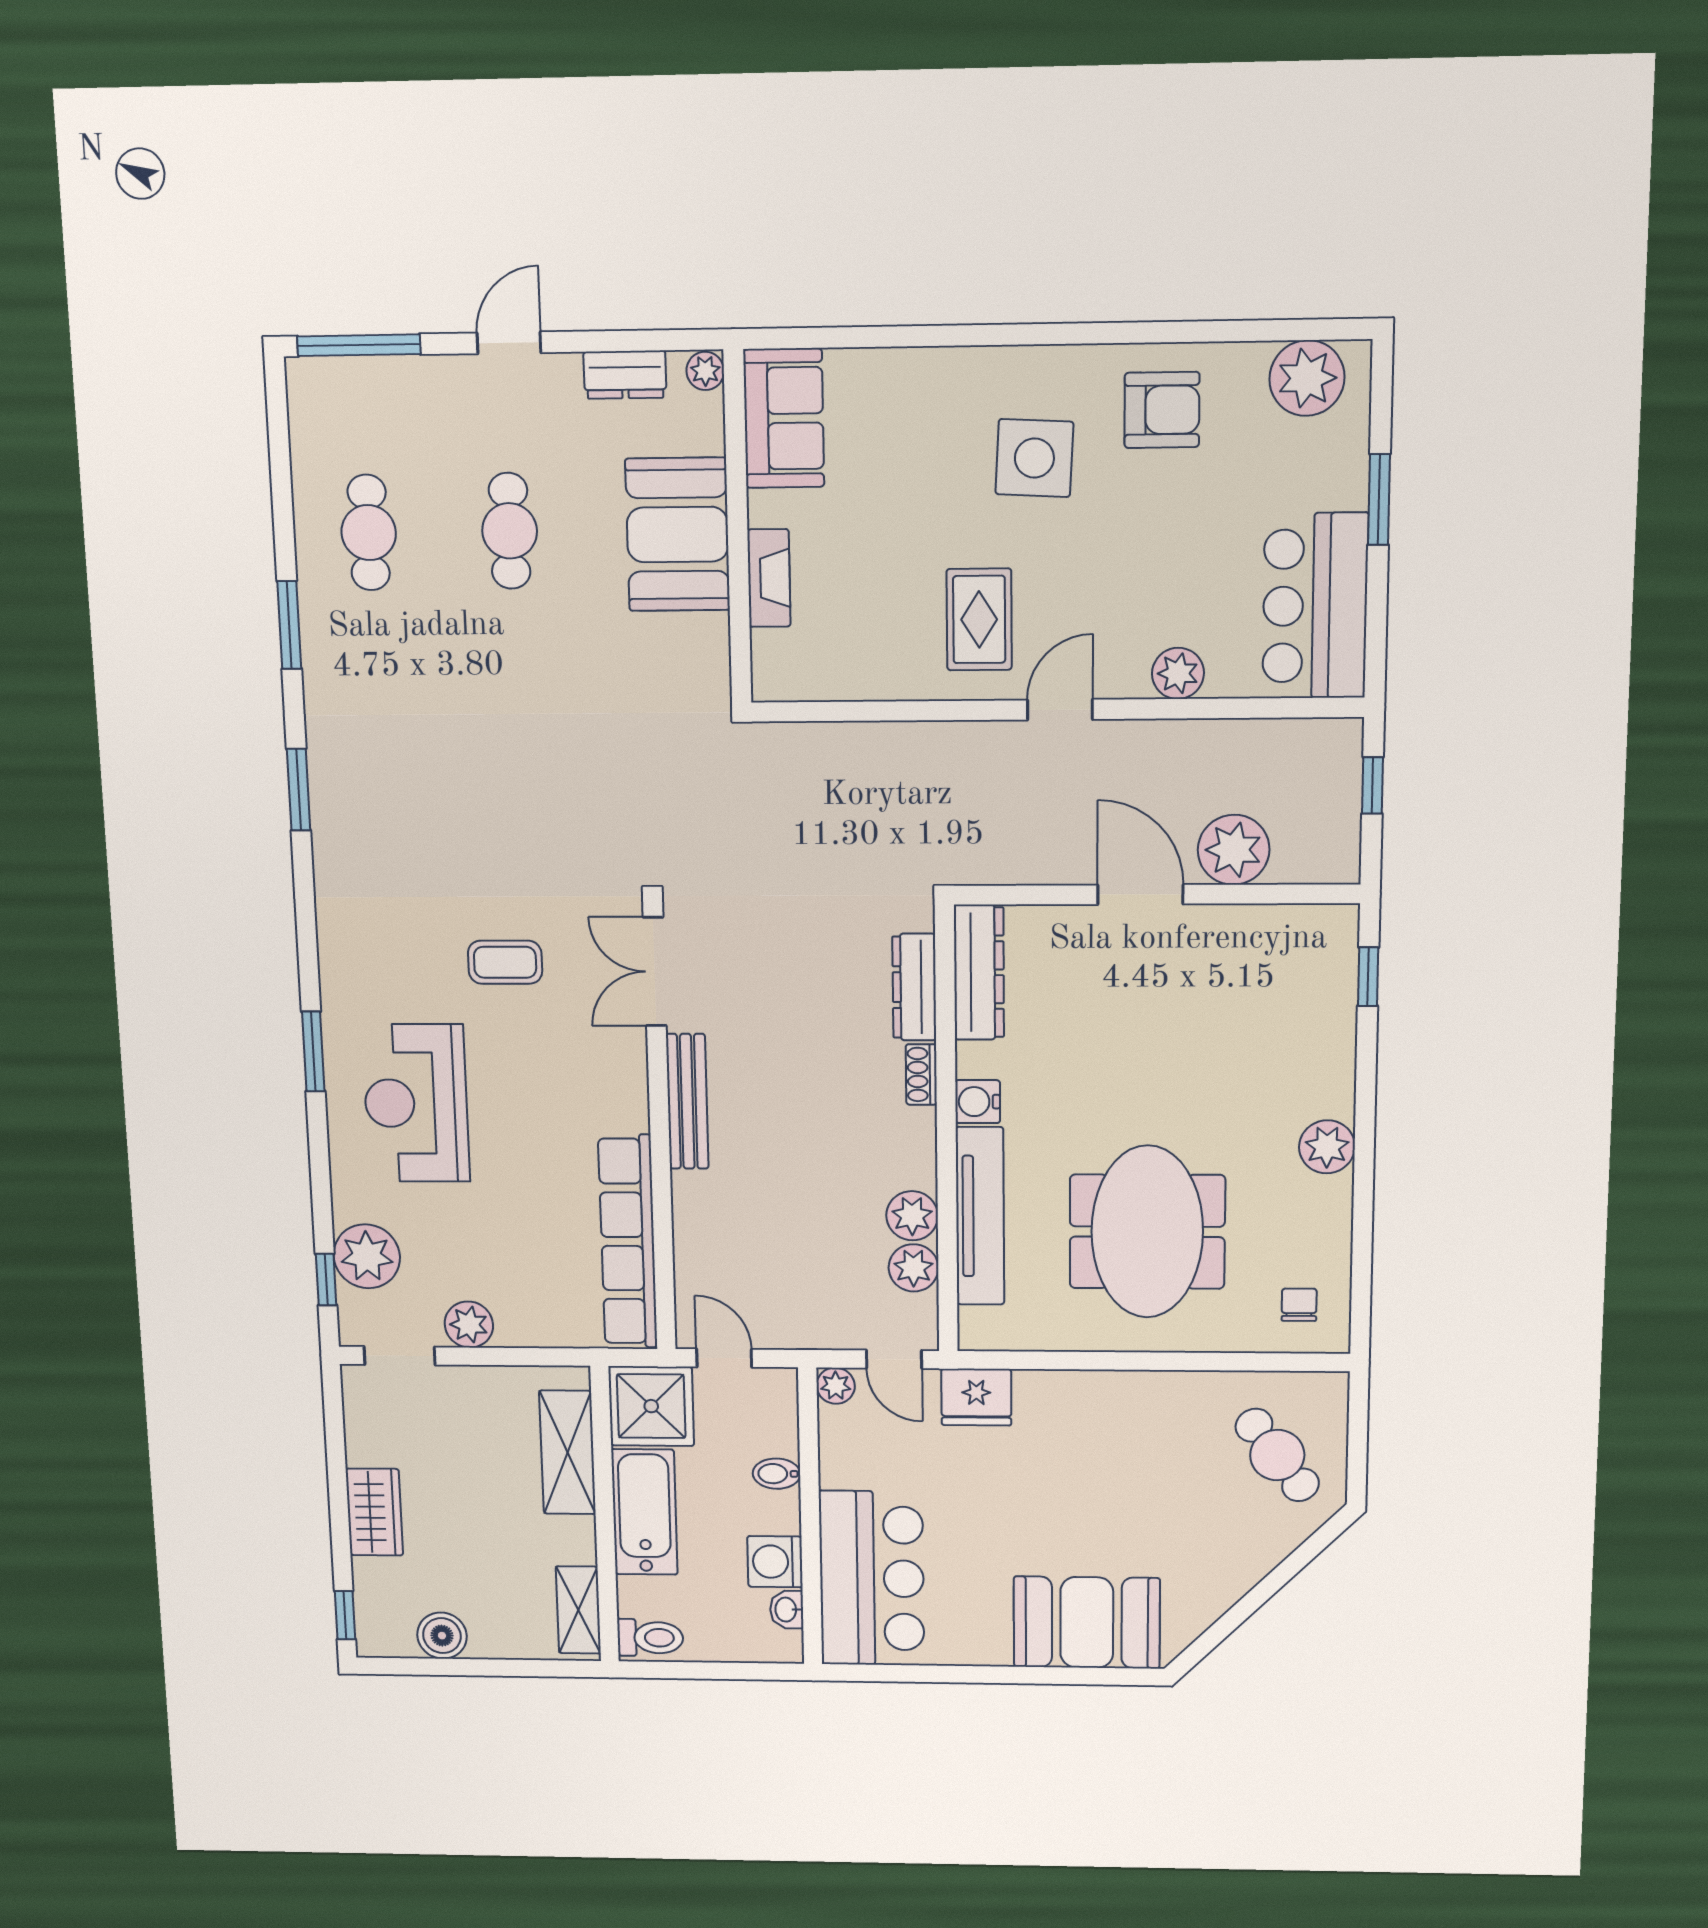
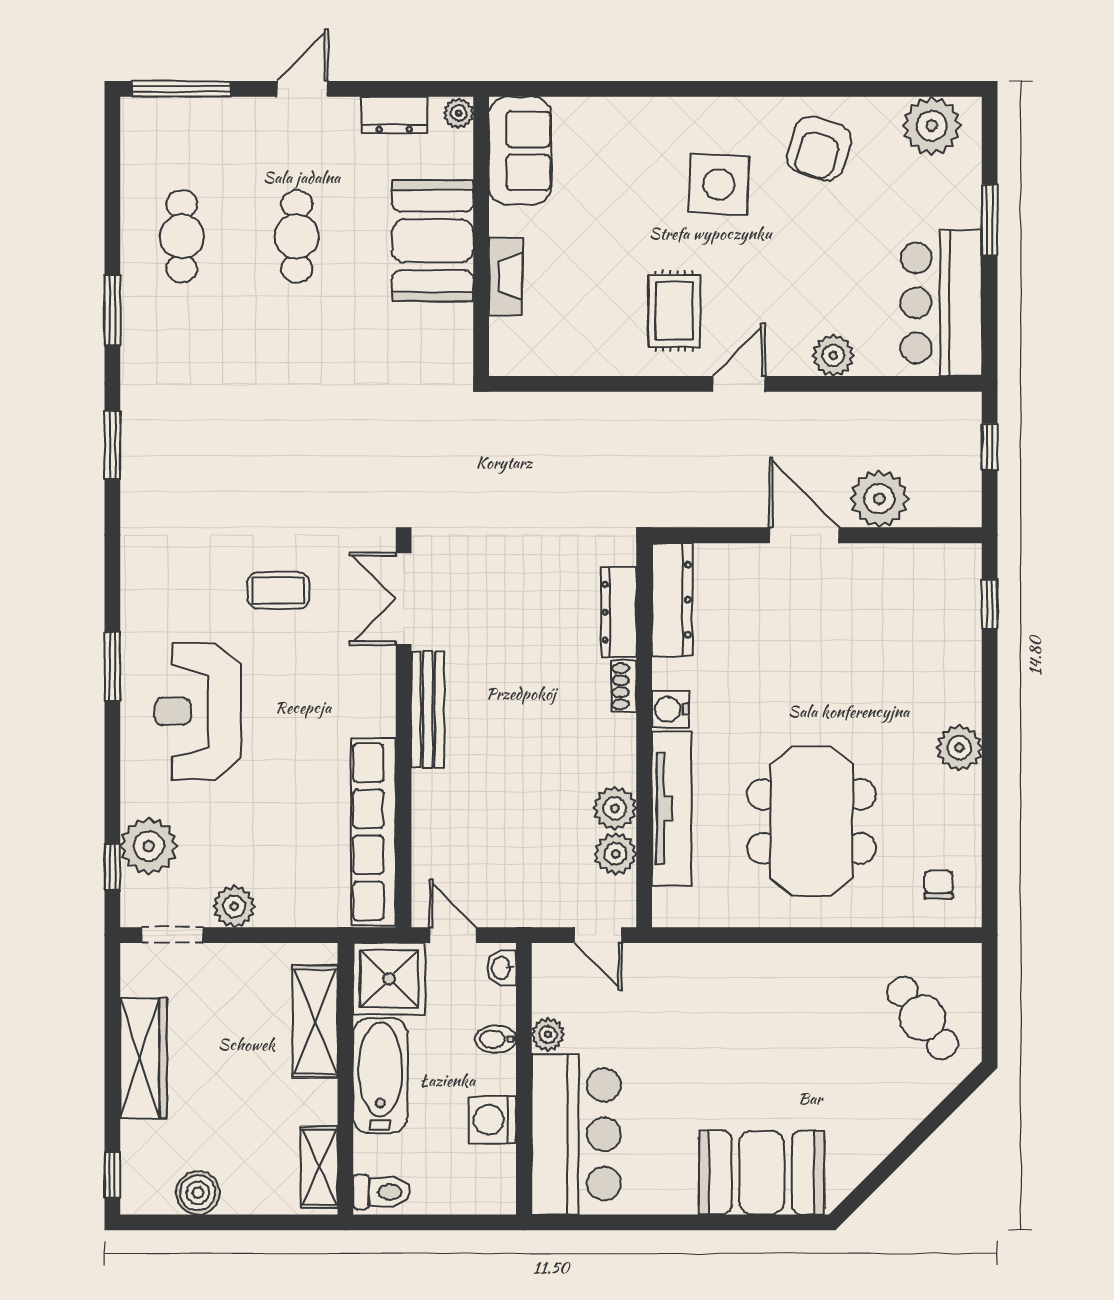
armchair: (1162, 410) -> (819, 148), turned 107
plant: (836, 1386) -> (548, 1035), moved
fridge: (976, 1397) -> (668, 968), removed
wardrobe: (374, 1512) -> (144, 1058), width x1.50
washbasin: (787, 1610) -> (502, 968), moved

